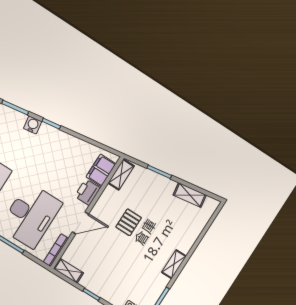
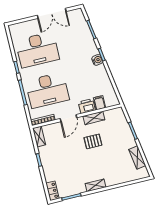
water cooler: (33, 125) -> (97, 60), moved
filing cabinet: (101, 170) -> (99, 103), width x0.50
shelving: (121, 174) -> (94, 118), moved
door: (80, 223) -> (68, 118), hinge flipped

